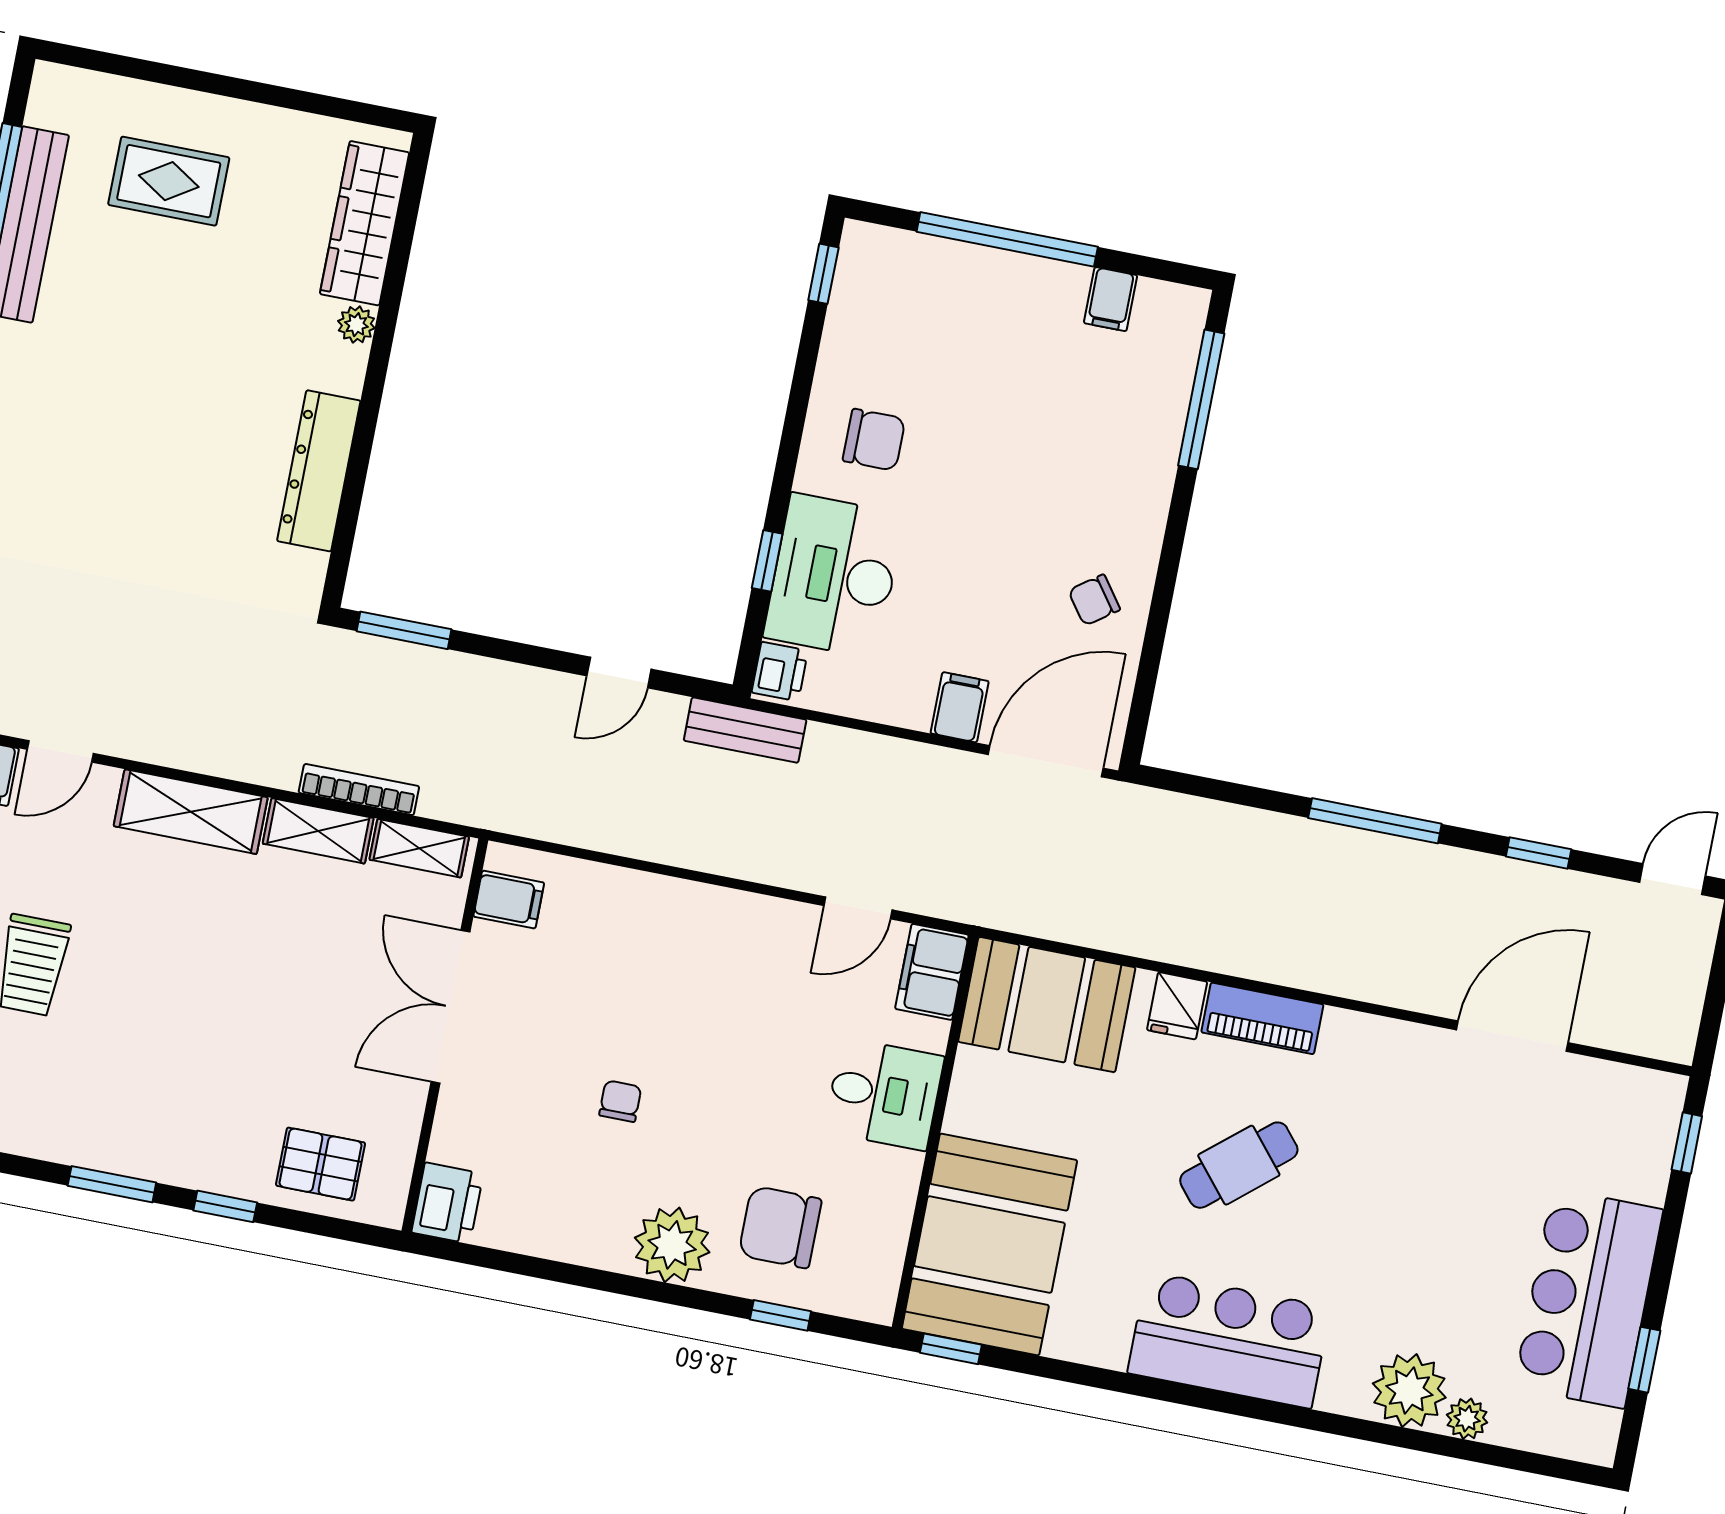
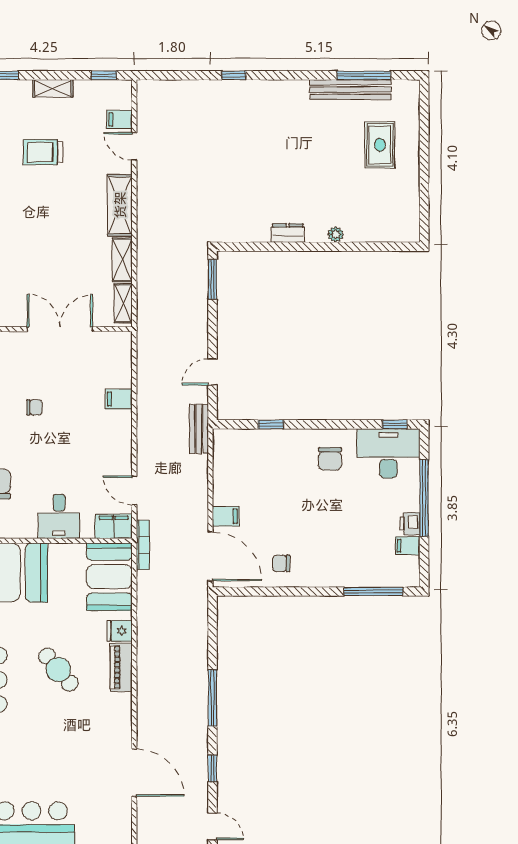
wardrobe: (365, 223) -> (378, 230), removed
dresser: (319, 471) -> (288, 233), width x0.51, depth x0.80
desk: (834, 576) -> (388, 453), moved
chair: (1094, 600) -> (281, 563), turned -54
door: (619, 672) -> (212, 372), hinge flipped
printer: (780, 672) -> (410, 524), moved, turned 90
bookcase: (359, 790) -> (143, 545), moved
filing cabinet: (509, 900) -> (119, 399), moved, turned 90

